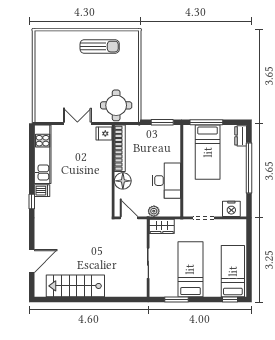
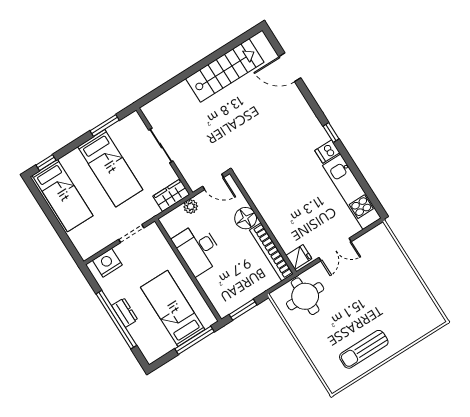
dresser: (241, 136) -> (125, 313), moved
door: (32, 261) -> (290, 67), hinge flipped

